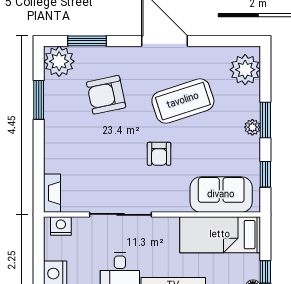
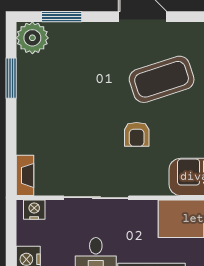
armchair: (106, 95) -> (81, 73), removed

